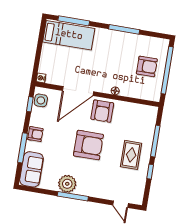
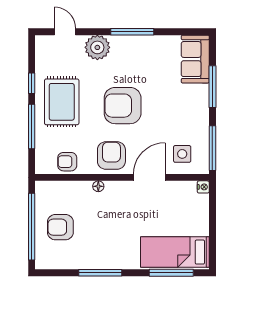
door: (78, 91) -> (149, 177), width x0.73
side table: (41, 100) -> (182, 154), moved
window: (30, 104) -> (212, 148), width x2.17
armchair: (35, 134) -> (67, 162), moved
rug: (131, 155) -> (62, 102), width x1.36, depth x1.43
plant: (67, 184) -> (97, 47), moved

